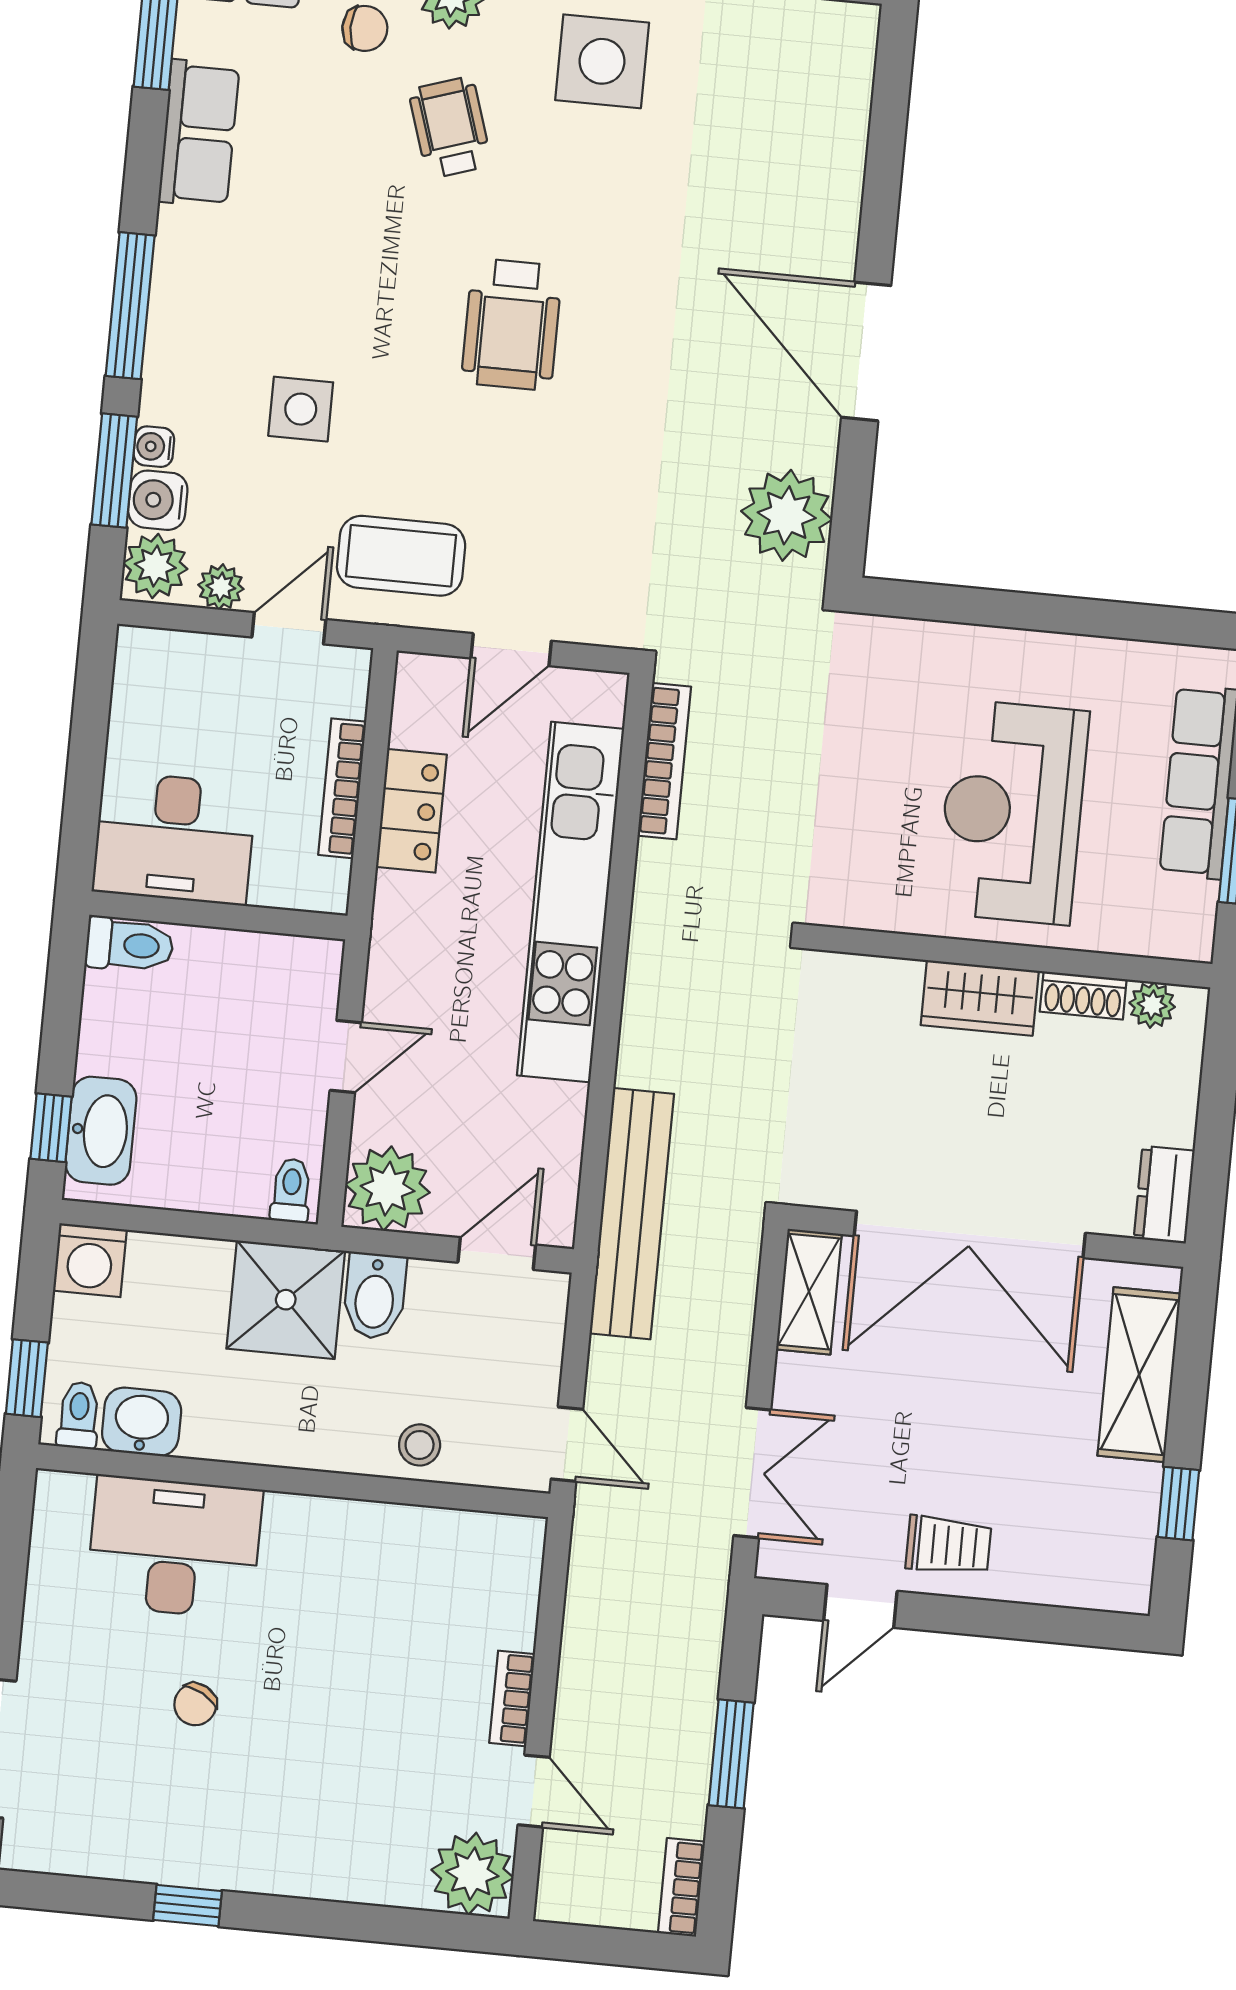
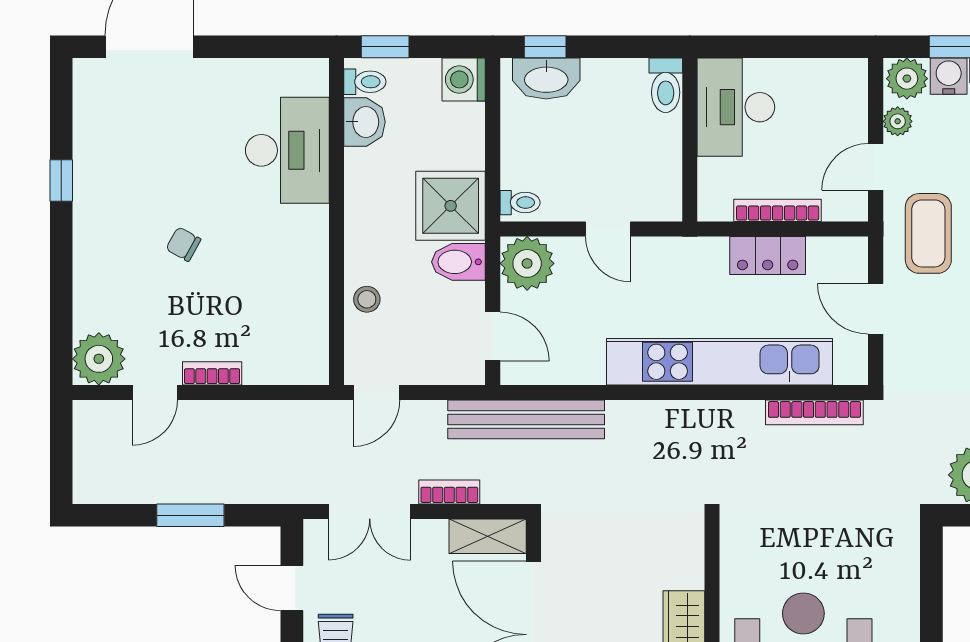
door: (289, 628) -> (876, 167), swing flipped
chair: (195, 1704) -> (183, 244), moved
bookcase: (681, 1887) -> (449, 492), moved

